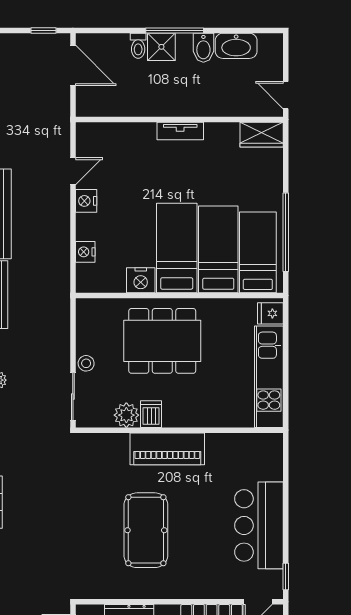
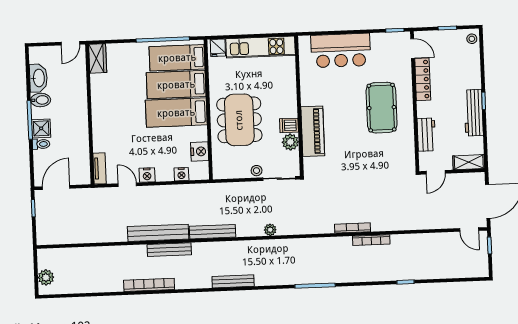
tv unit: (180, 131) -> (100, 168), moved
nightstand: (141, 280) -> (200, 151), moved
piano: (167, 449) -> (313, 131), moved
bar counter: (259, 525) -> (341, 50), moved
pool table: (146, 530) -> (382, 108), moved, turned 90

